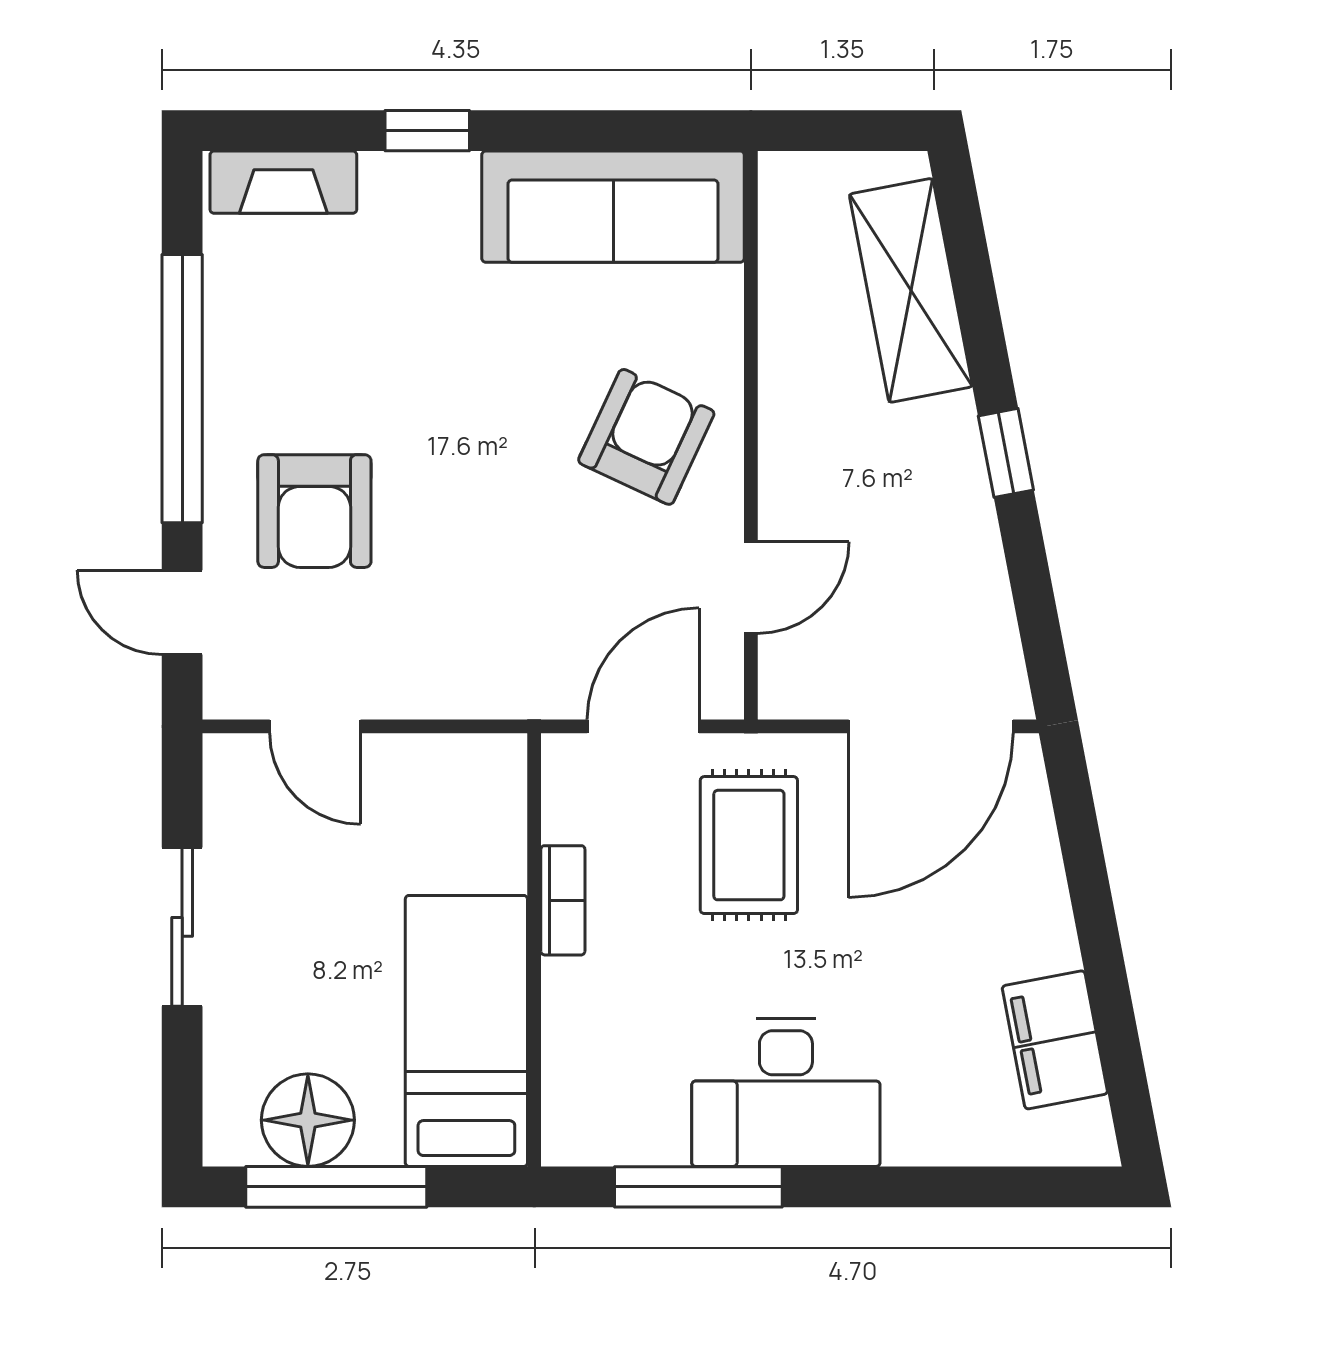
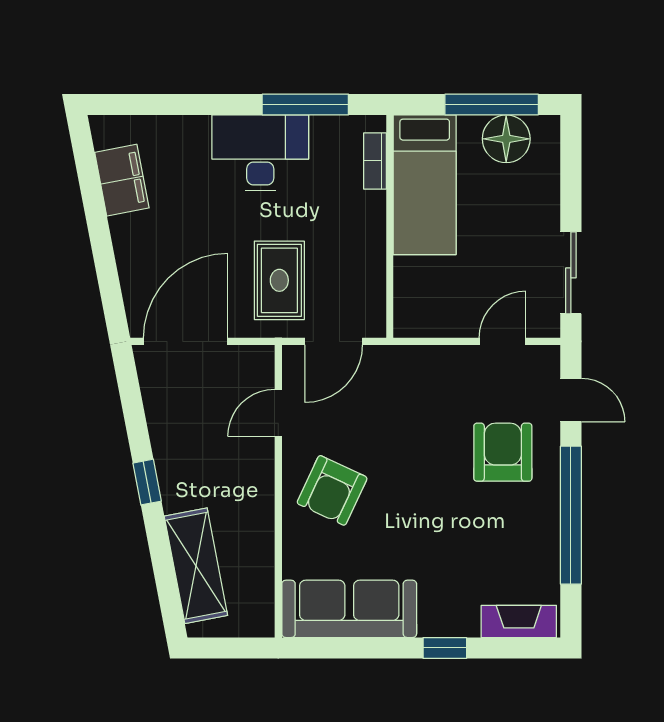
door: (315, 726) -> (503, 341), hinge flipped
bookcase: (563, 900) -> (375, 161), moved
sliding door: (182, 927) -> (571, 273), moved

